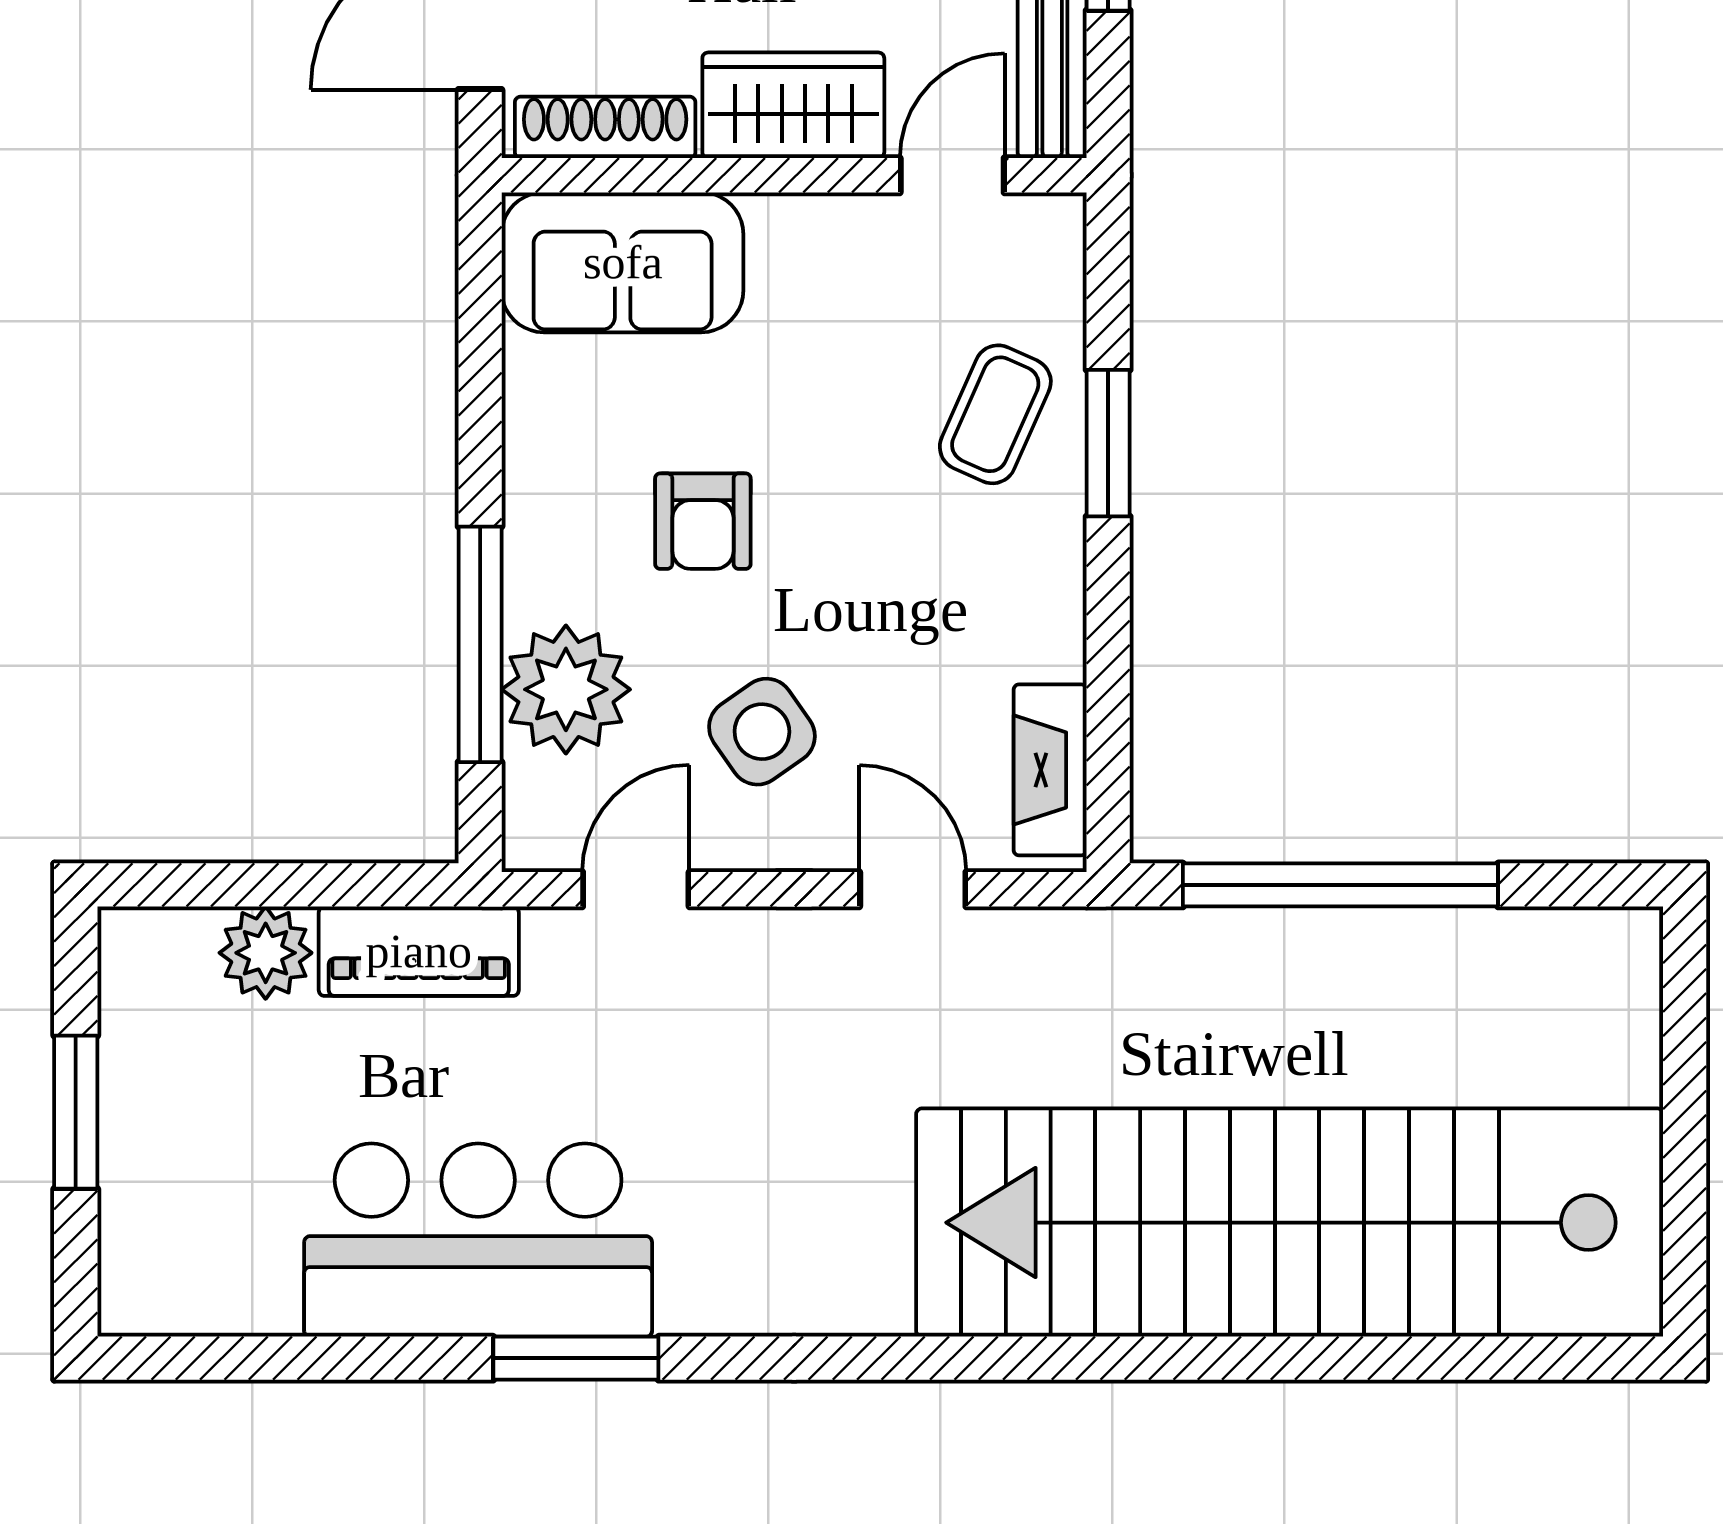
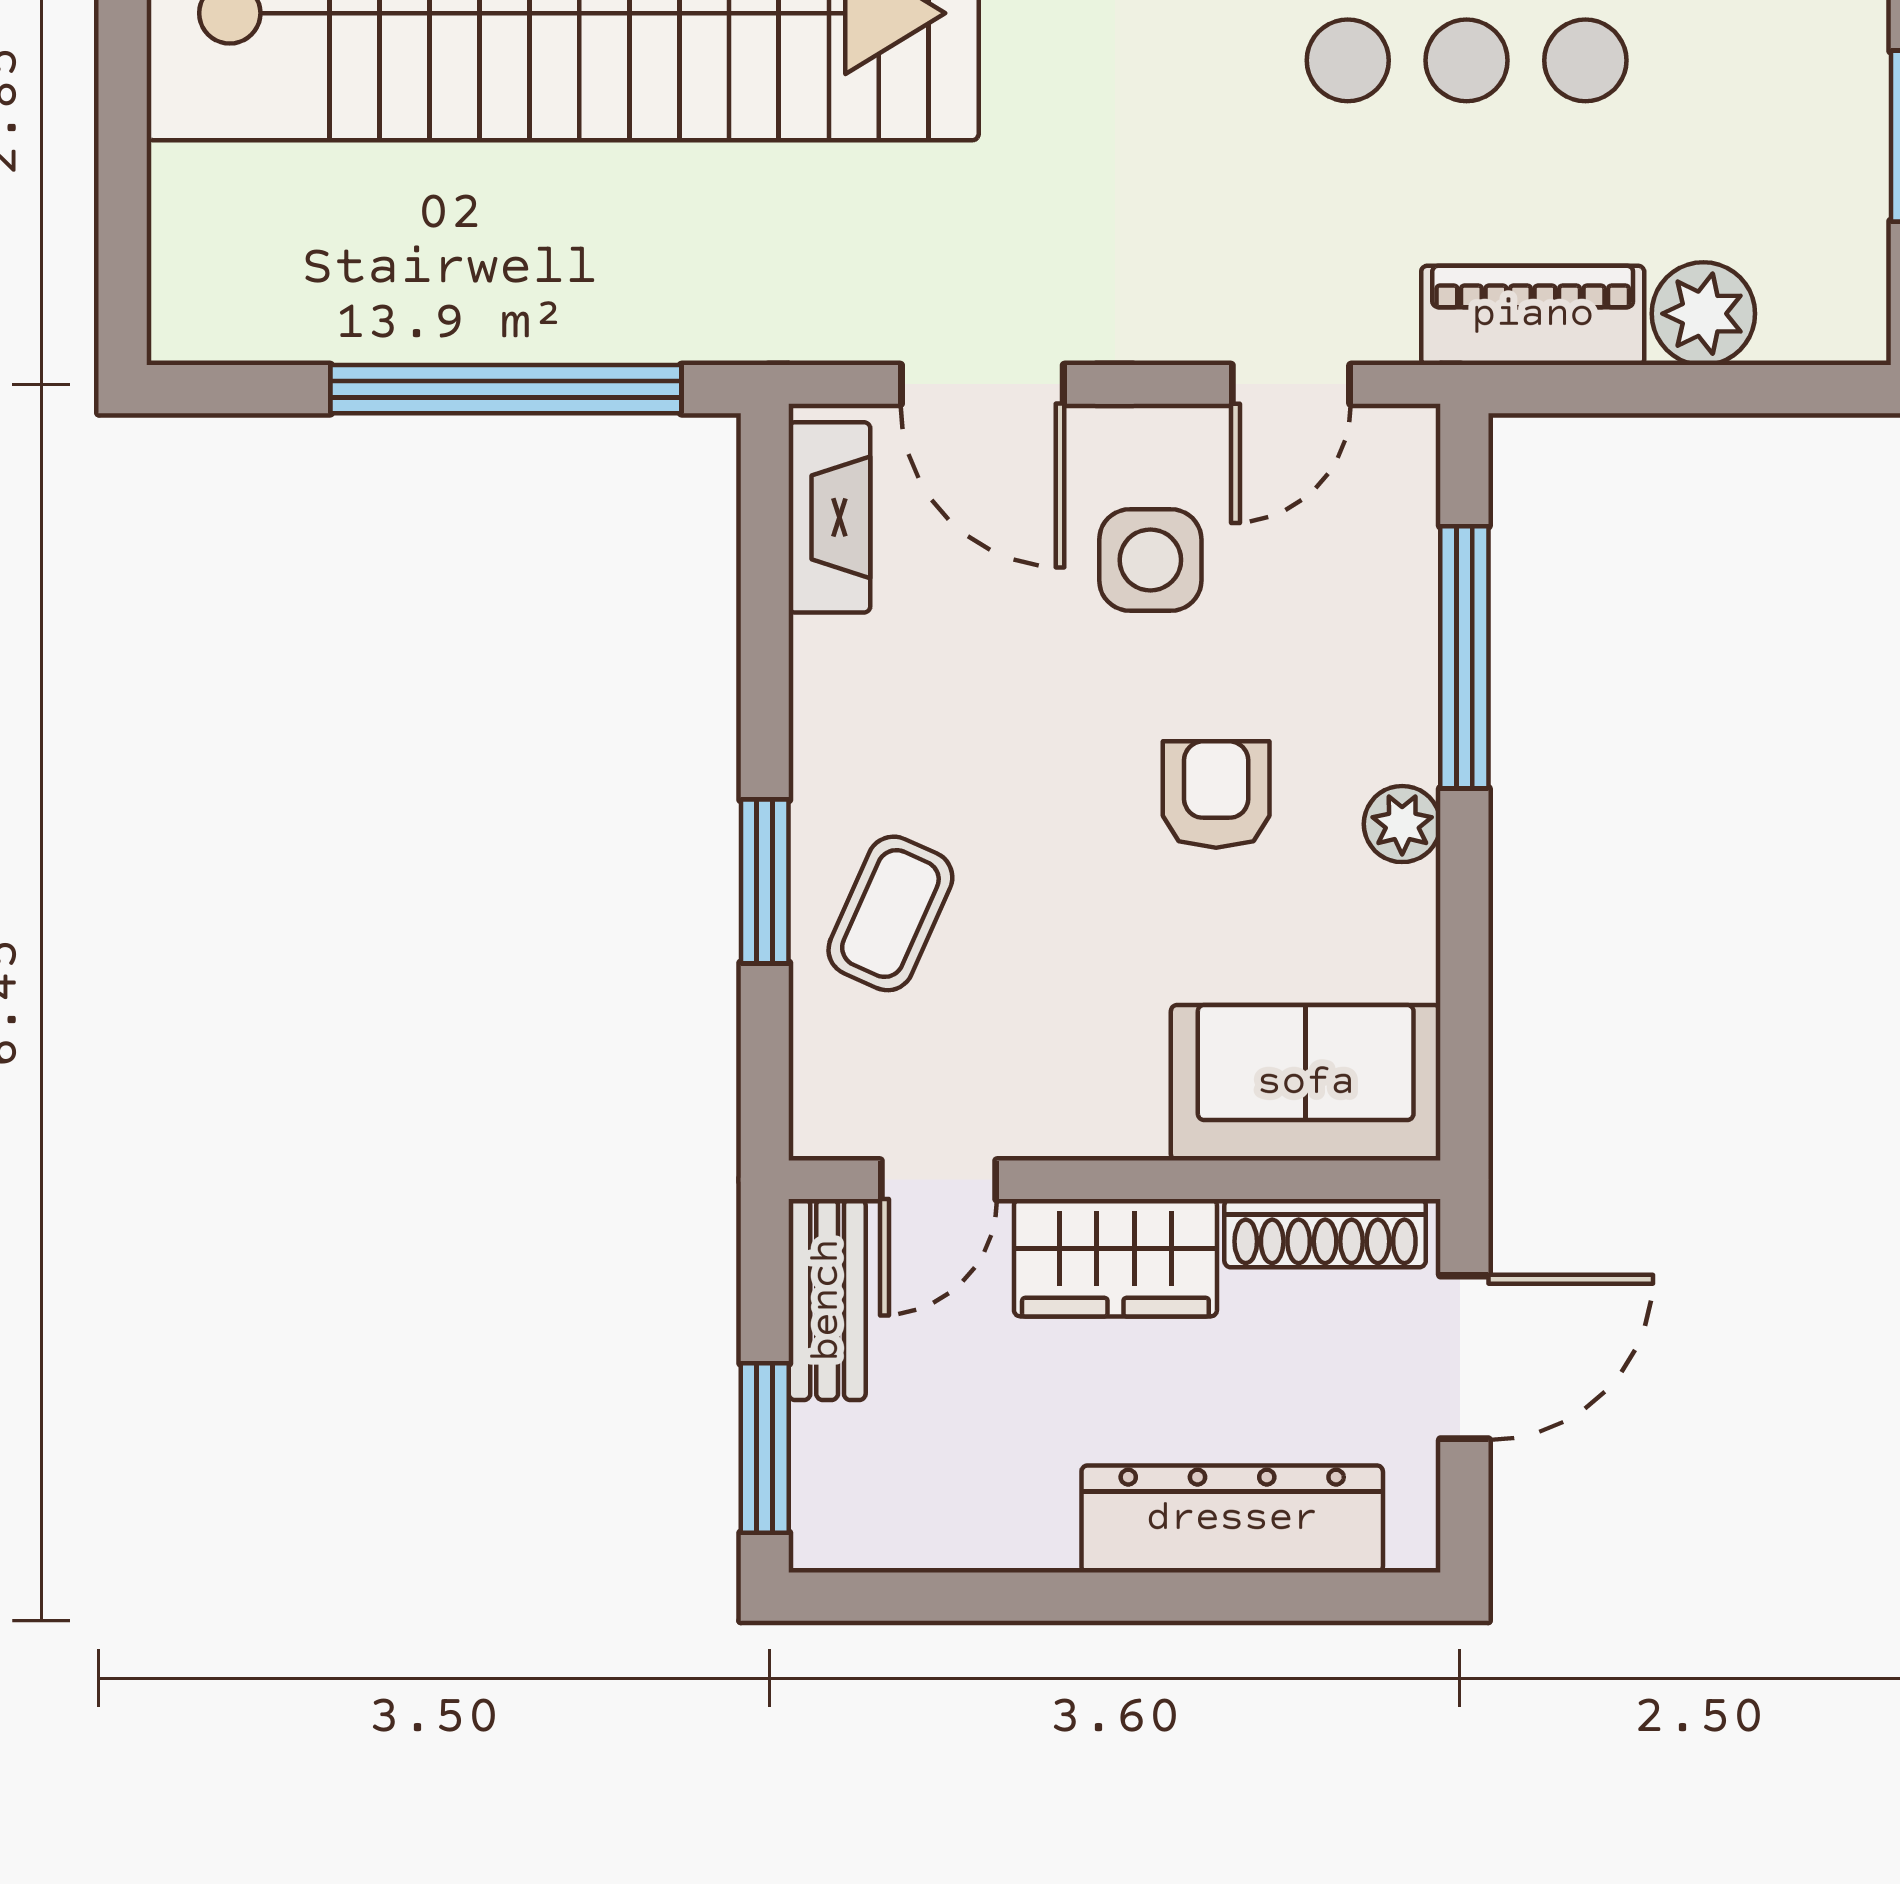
plant: (566, 689) -> (1402, 824), moved, width x0.53, depth x0.53
side table: (762, 732) -> (1150, 560), turned 35
door: (913, 889) -> (982, 384), width x1.38

